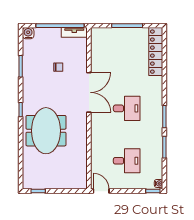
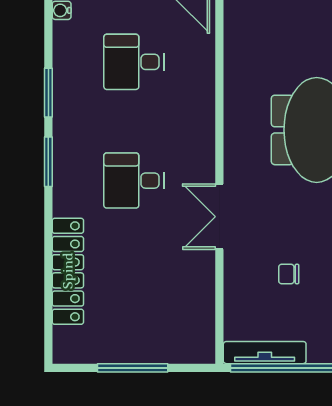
tv unit: (74, 32) -> (265, 353), width x1.41
locker: (156, 52) -> (68, 271), moved
double door: (89, 92) -> (219, 217), width x0.73

